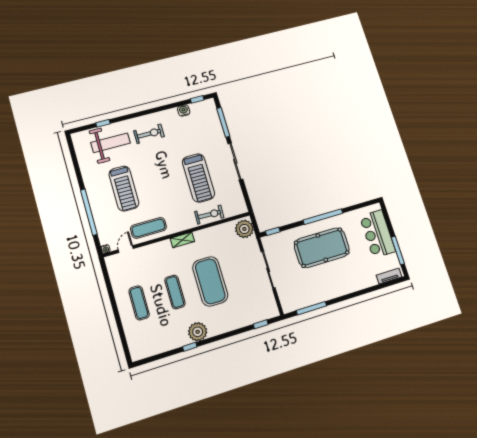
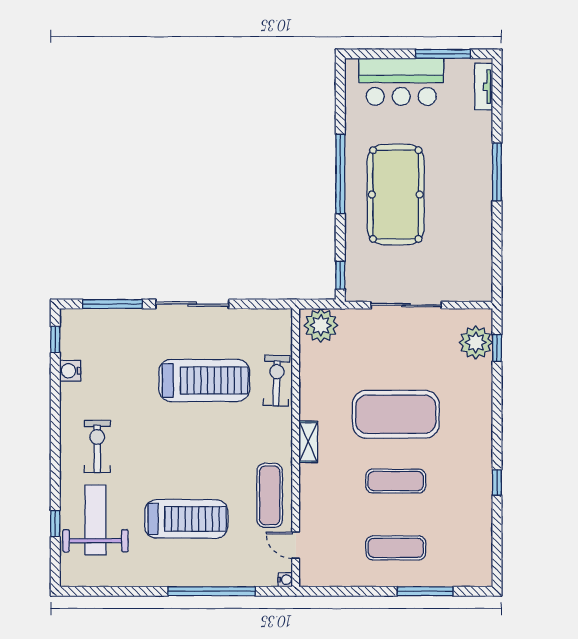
window: (311, 308) -> (497, 172), moved
window: (120, 326) -> (425, 591), added
plant: (198, 332) -> (476, 342), moved

